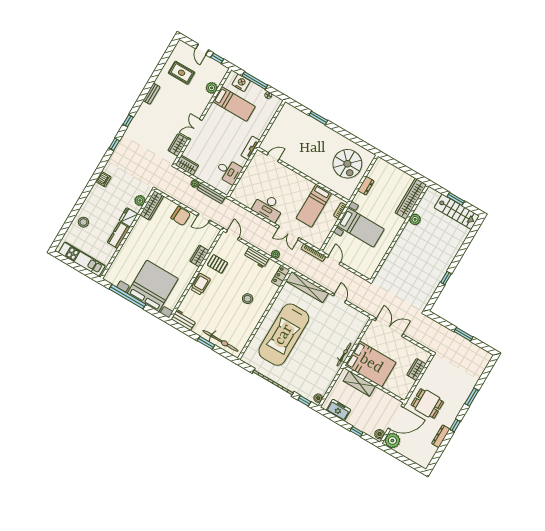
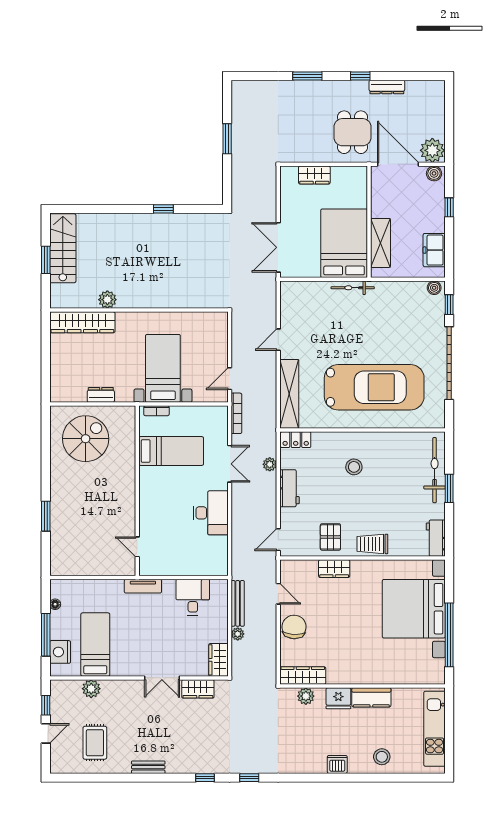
dishwasher: (103, 179) -> (337, 764), moved

